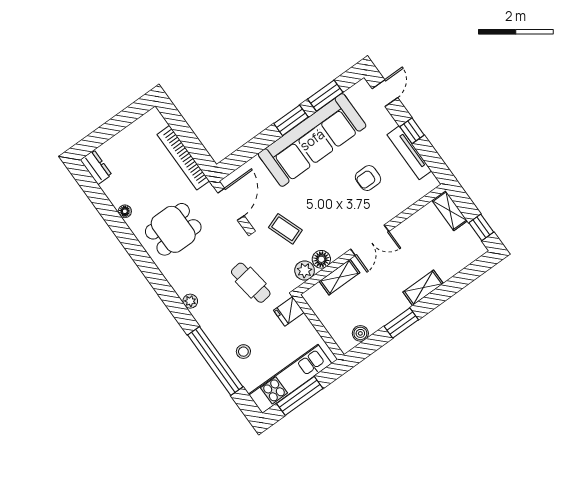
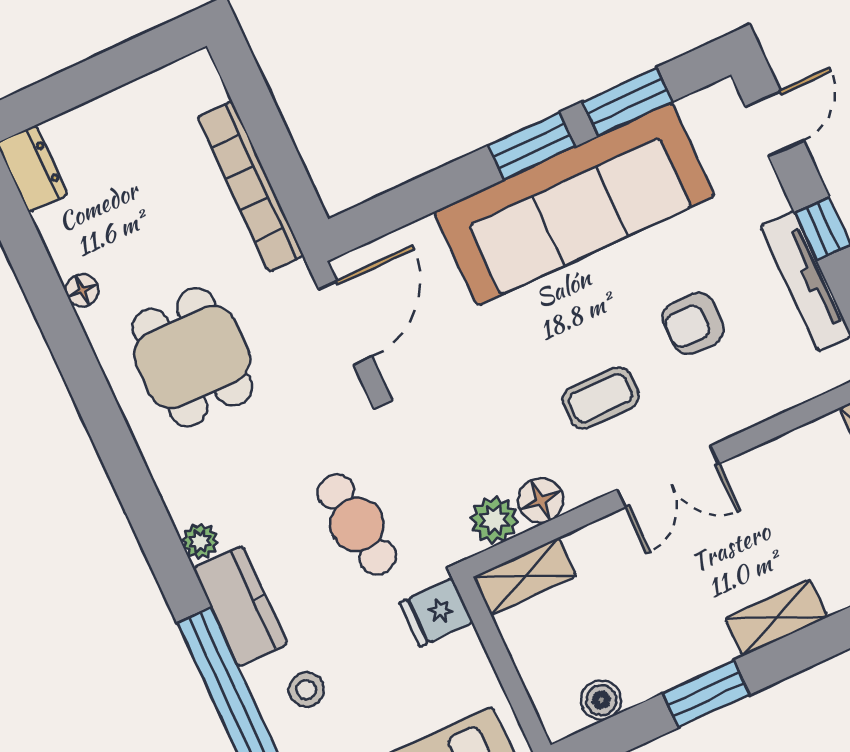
dining table: (173, 229) -> (192, 357), turned 90
coffee table: (285, 229) -> (601, 398), moved, turned -70
shelving: (339, 277) -> (525, 576), moved
kitchen counter: (211, 324) -> (240, 606), added

